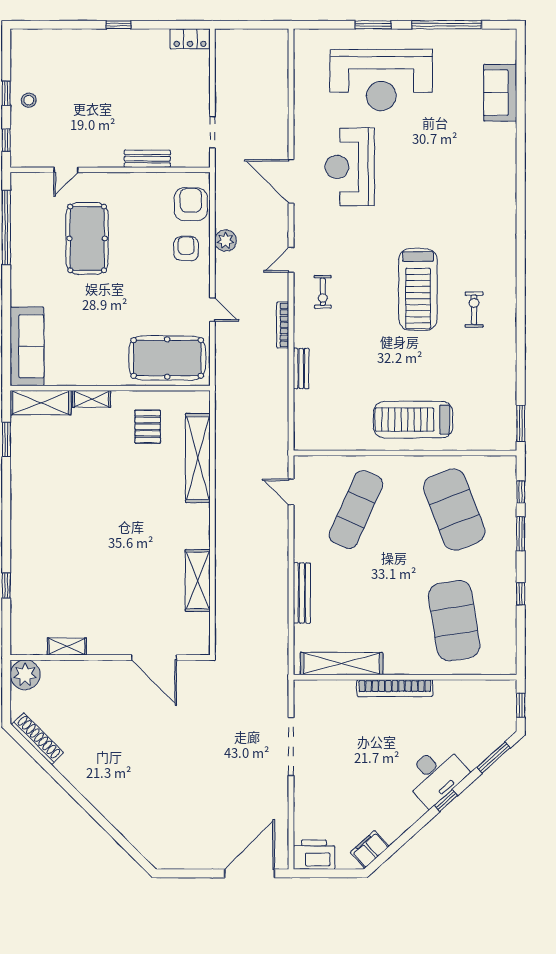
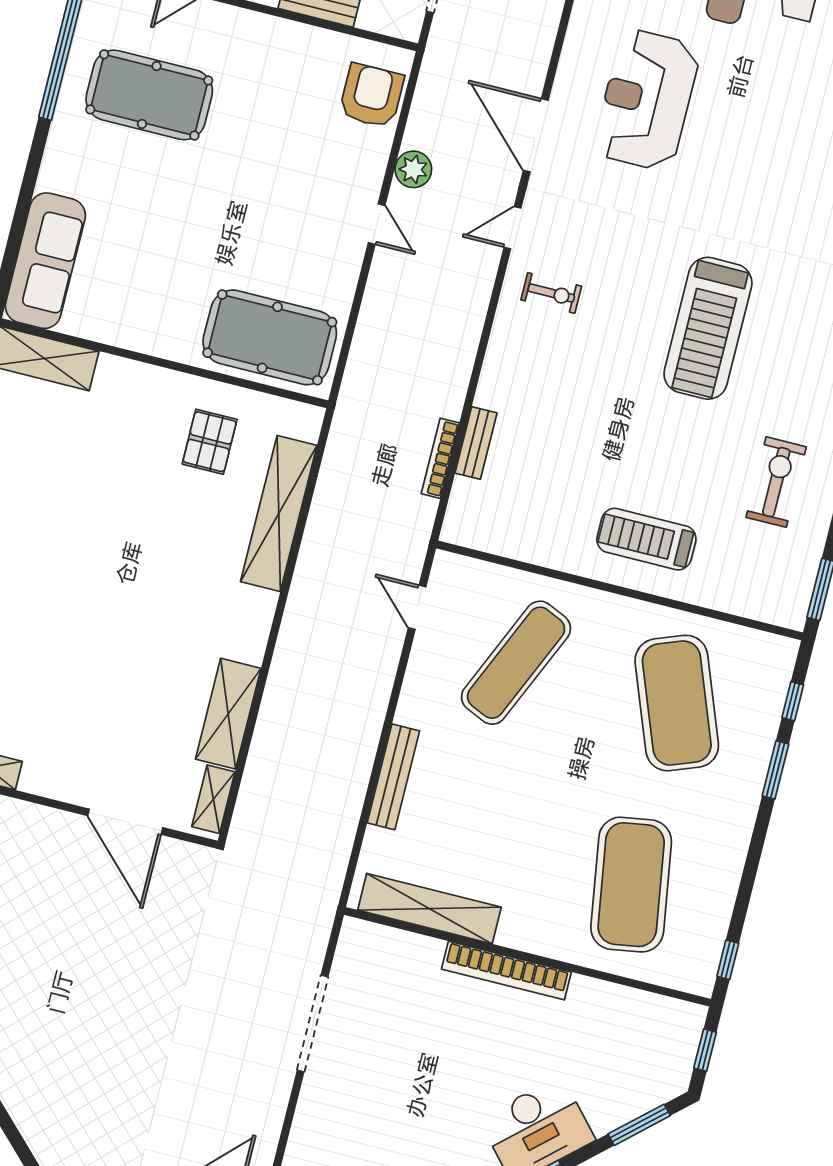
door: (291, 181) -> (536, 135), moved
pool table: (87, 238) -> (149, 95), moved, turned 90
armchair: (186, 249) -> (345, 166), removed
exercise bike: (323, 292) -> (551, 293), turned -90
door: (212, 309) -> (377, 224), moved
exercise bike: (474, 310) -> (776, 482), moved, width x1.38, depth x1.39
bookcase: (283, 325) -> (440, 458), moved
bench: (301, 368) -> (476, 443), moved
shelving: (92, 399) -> (213, 799), moved, turned 90
treadmill: (413, 420) -> (646, 539), width x0.73, depth x0.73
window: (521, 594) -> (728, 960), moved

